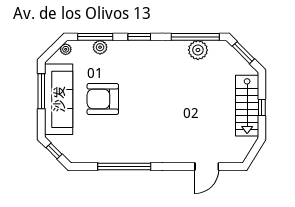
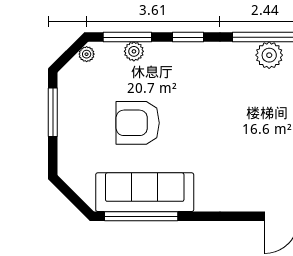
sofa: (59, 99) -> (145, 192), moved, turned -90
window: (54, 151) -> (70, 195), removed
window: (124, 167) -> (141, 216), moved

